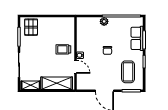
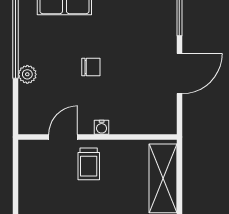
door: (76, 67) -> (63, 137), moved
coffee table: (128, 72) -> (138, 22), removed

